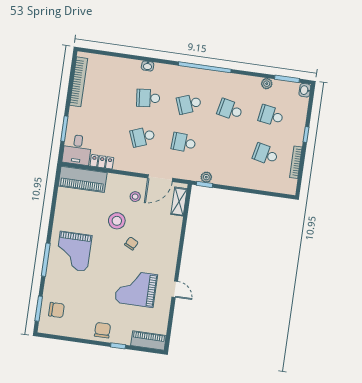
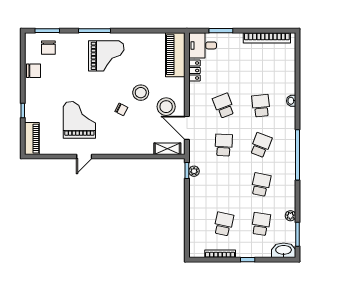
washbasin: (305, 90) -> (284, 250), width x1.91, depth x1.45
school desk: (189, 104) -> (261, 145), turned 42
stool: (135, 197) -> (166, 107), width x1.89, depth x1.89
grand piano: (74, 251) -> (106, 56), turned 180
chair: (103, 330) -> (33, 71), moved

